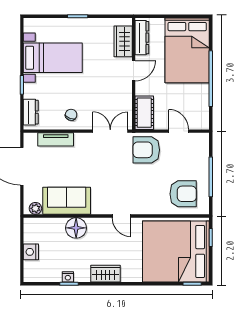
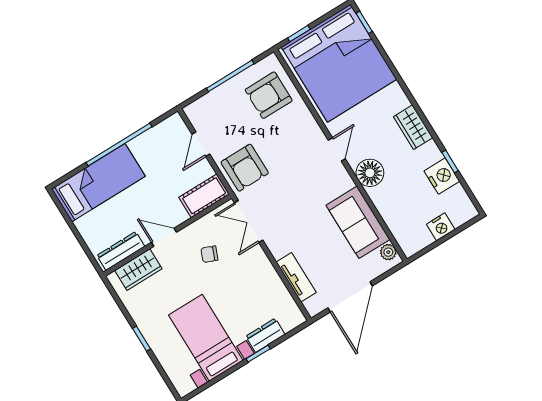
bed: (187, 50) -> (98, 183), width x0.67
dresser: (31, 112) -> (265, 335), moved
chair: (71, 115) -> (209, 254), moved
armchair: (183, 194) -> (269, 95), turned -90
floor lamp: (76, 228) -> (370, 173), moved
nightstand: (68, 277) -> (442, 176), width x1.89, depth x1.79

